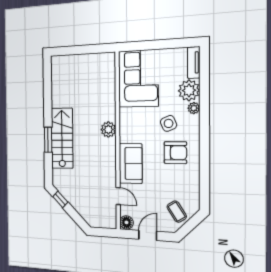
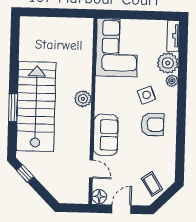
stairs: (62, 138) -> (36, 107), width x1.36, depth x1.51

